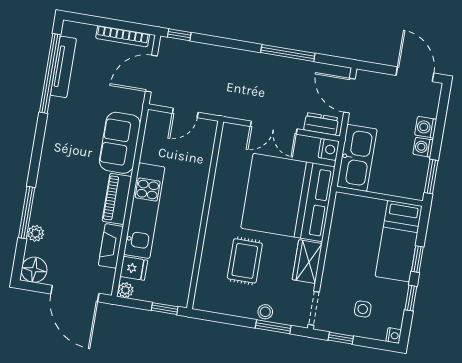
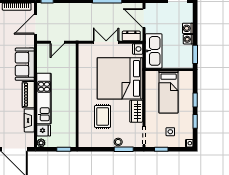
double door: (274, 128) -> (106, 42), swing flipped
bed: (399, 241) -> (169, 92), moved

